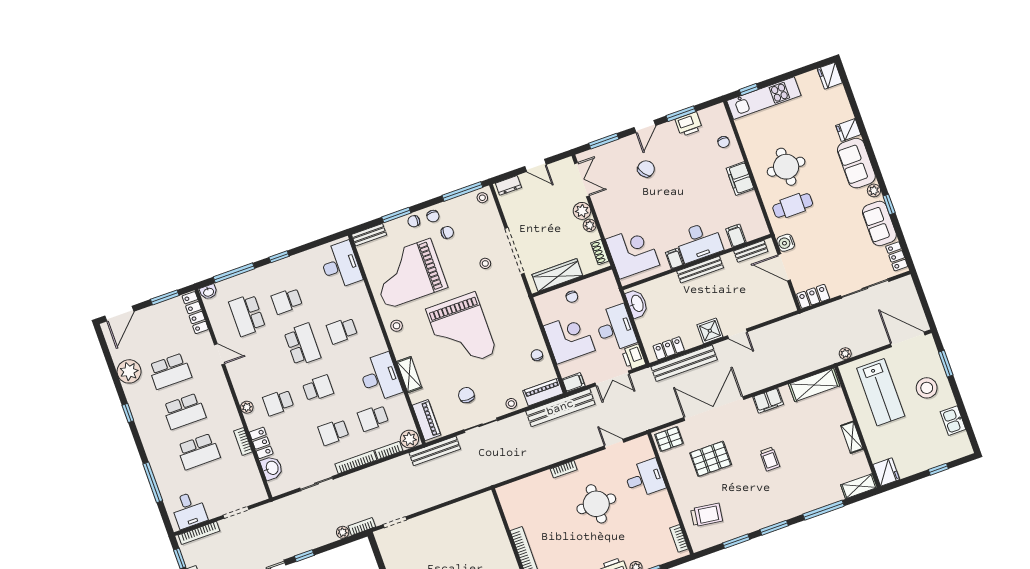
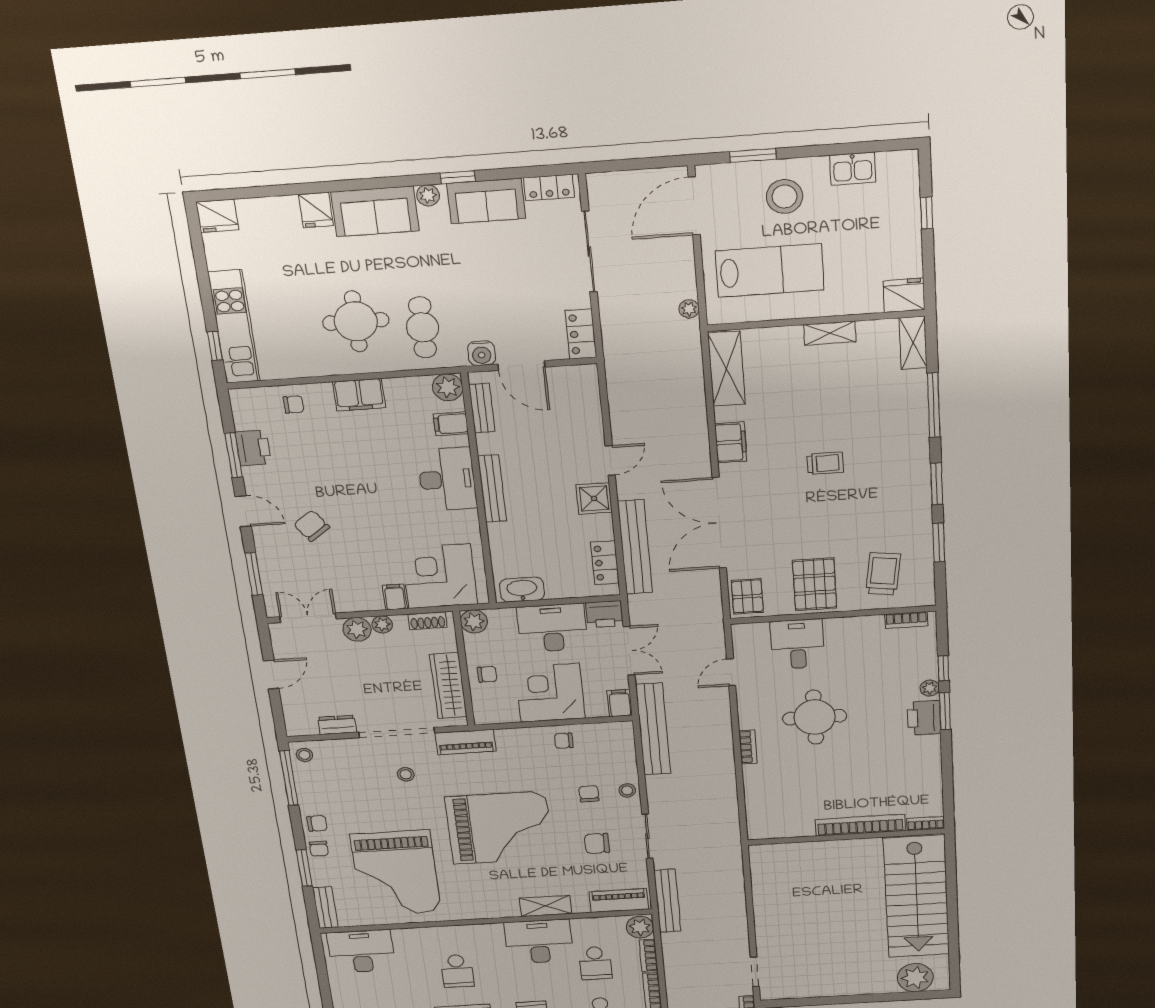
dresser: (508, 185) -> (337, 725), moved, turned -90
plant: (759, 228) -> (448, 387), added
chair: (447, 232) -> (589, 794), moved
filing cabinet: (675, 258) -> (395, 597), moved, turned 90
door: (784, 267) -> (521, 366), hinge flipped
plant: (607, 280) -> (474, 621), added
stool: (397, 326) -> (469, 905), removed
piano: (543, 392) -> (466, 742), moved, turned -90
pallet: (711, 459) -> (815, 584), moved

